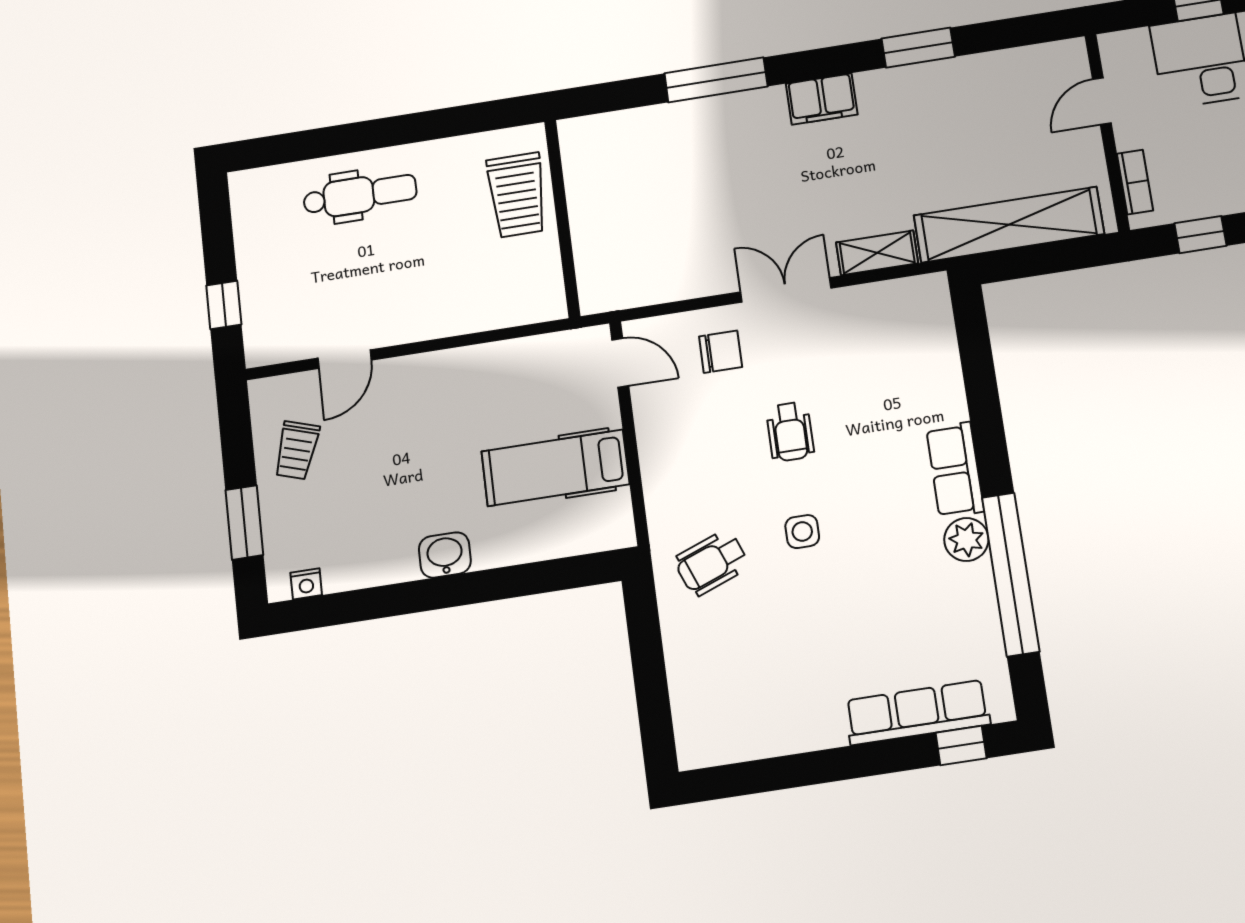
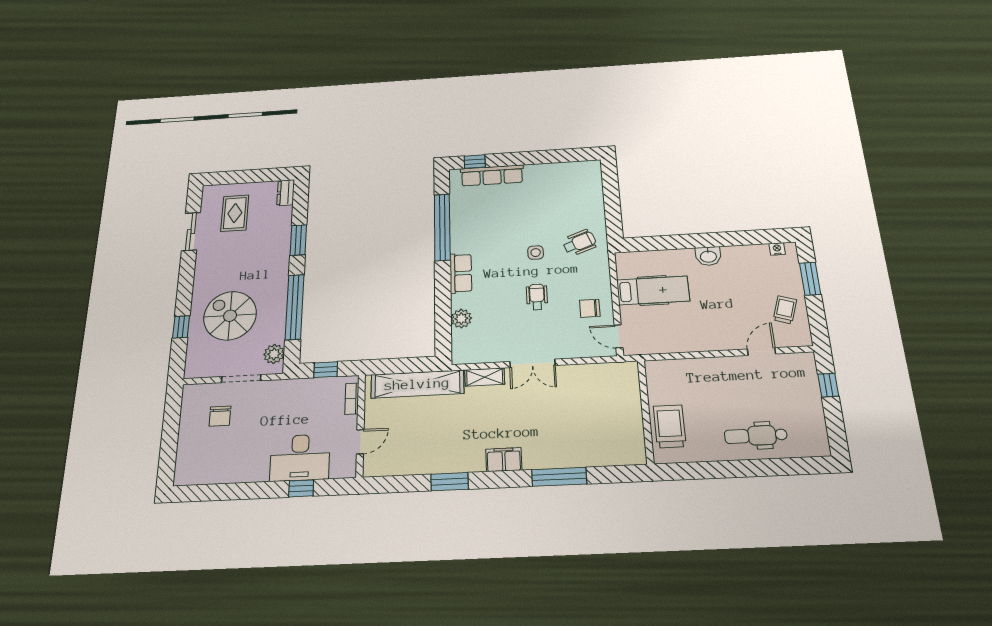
chair: (720, 352) -> (590, 308), moved
plant: (966, 539) -> (461, 319), moved

